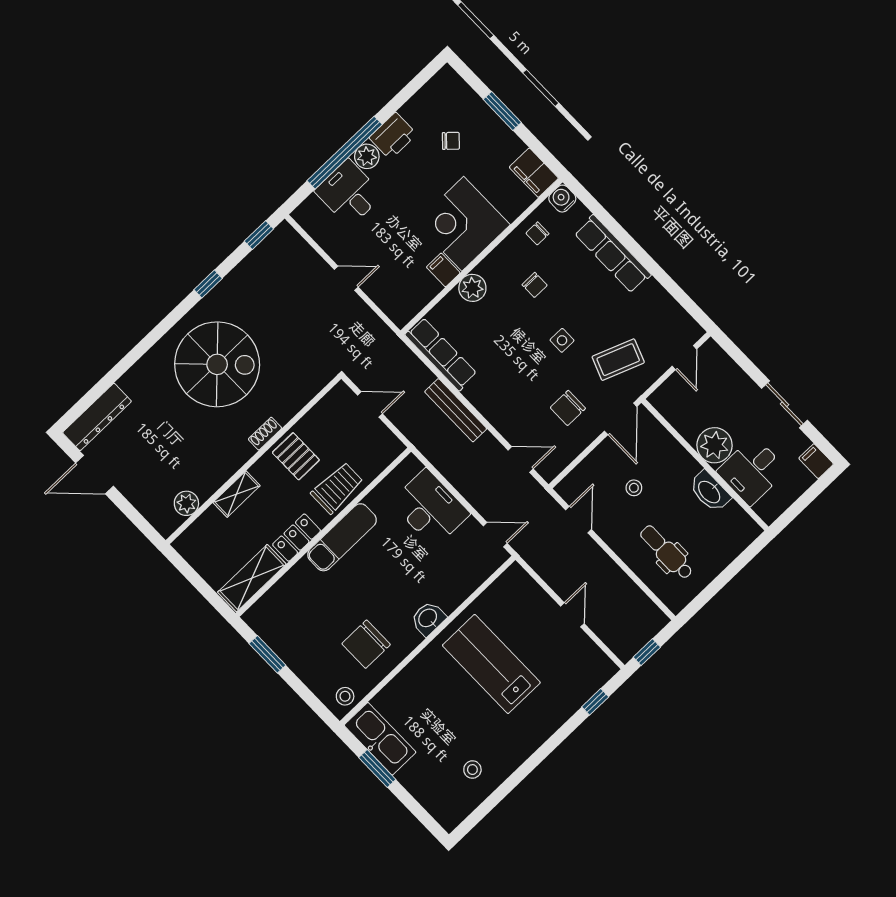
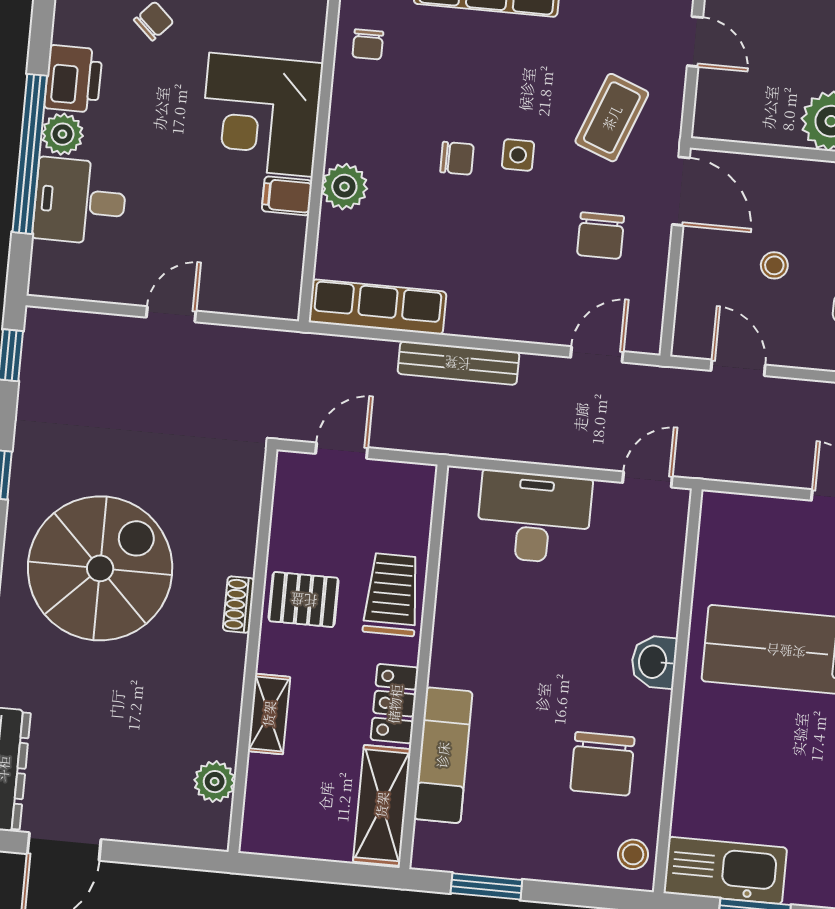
chair: (535, 285) -> (457, 158), moved
exam couch: (342, 537) -> (443, 755), moved

